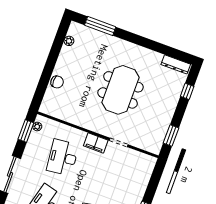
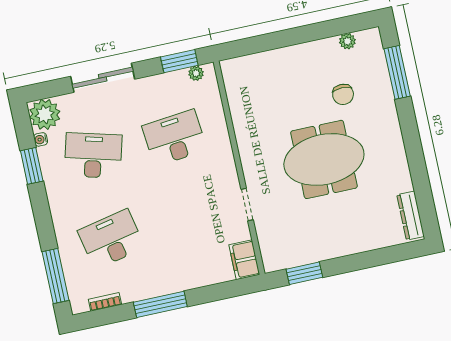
chair: (57, 82) -> (343, 94), moved
window: (187, 91) -> (382, 256), removed
filing cabinet: (96, 143) -> (244, 260), moved

